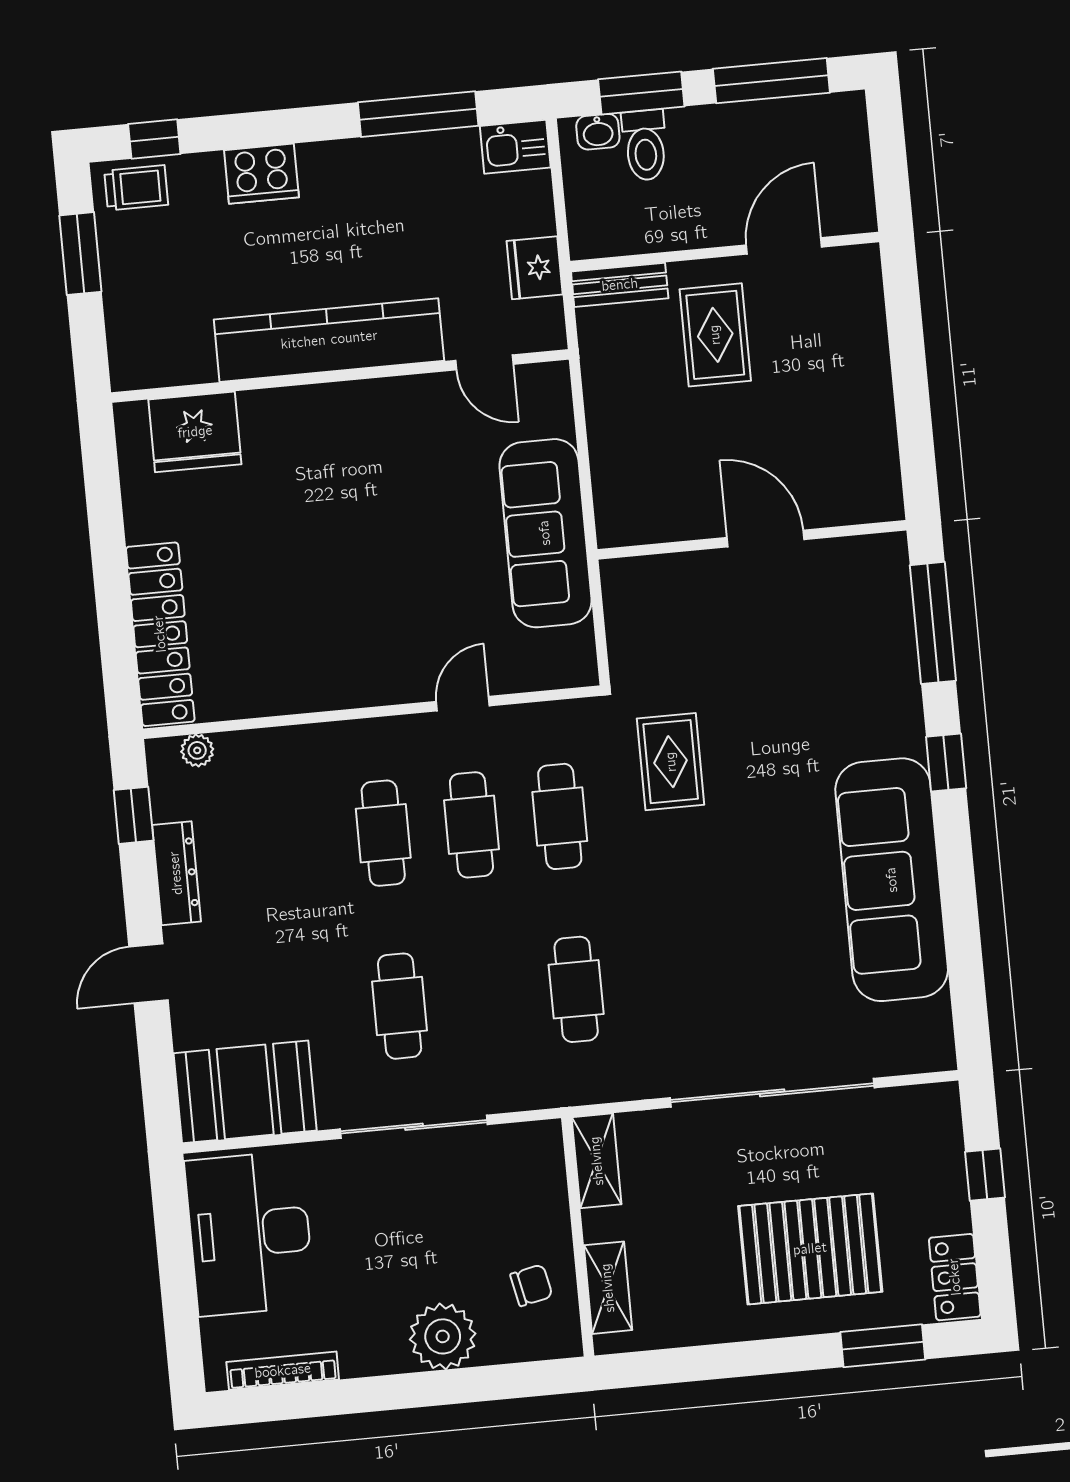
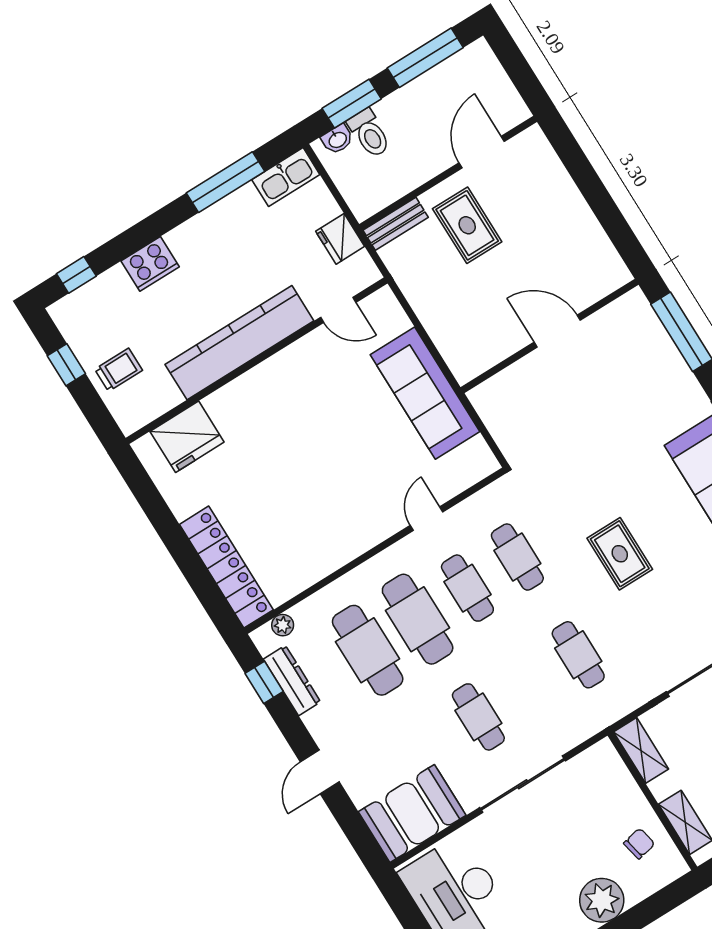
kitchen sink: (515, 147) -> (286, 177), width x1.38
trolley: (136, 188) -> (119, 370), moved
window: (80, 254) -> (66, 365), width x0.67
rug: (671, 762) -> (620, 554), moved
cafe table: (383, 833) -> (418, 619), width x1.37, depth x1.35
cafe table: (295, 842) -> (368, 650), added
dresser: (176, 873) -> (292, 680), moved

